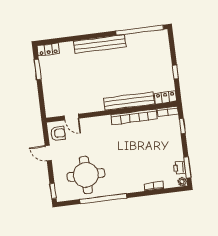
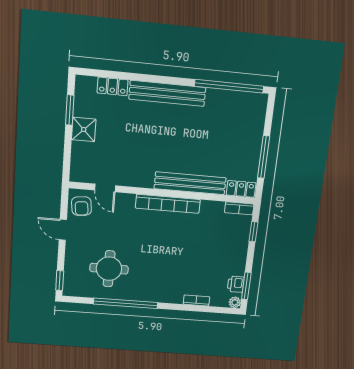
locker: (48, 50) -> (113, 86), moved
window: (175, 72) -> (264, 157), width x2.17
shower: (49, 80) -> (84, 129), added
bookcase: (134, 117) -> (168, 204), moved
armchair: (58, 133) -> (81, 206), turned 84
round table: (86, 175) -> (109, 269), width x0.73, depth x0.73

